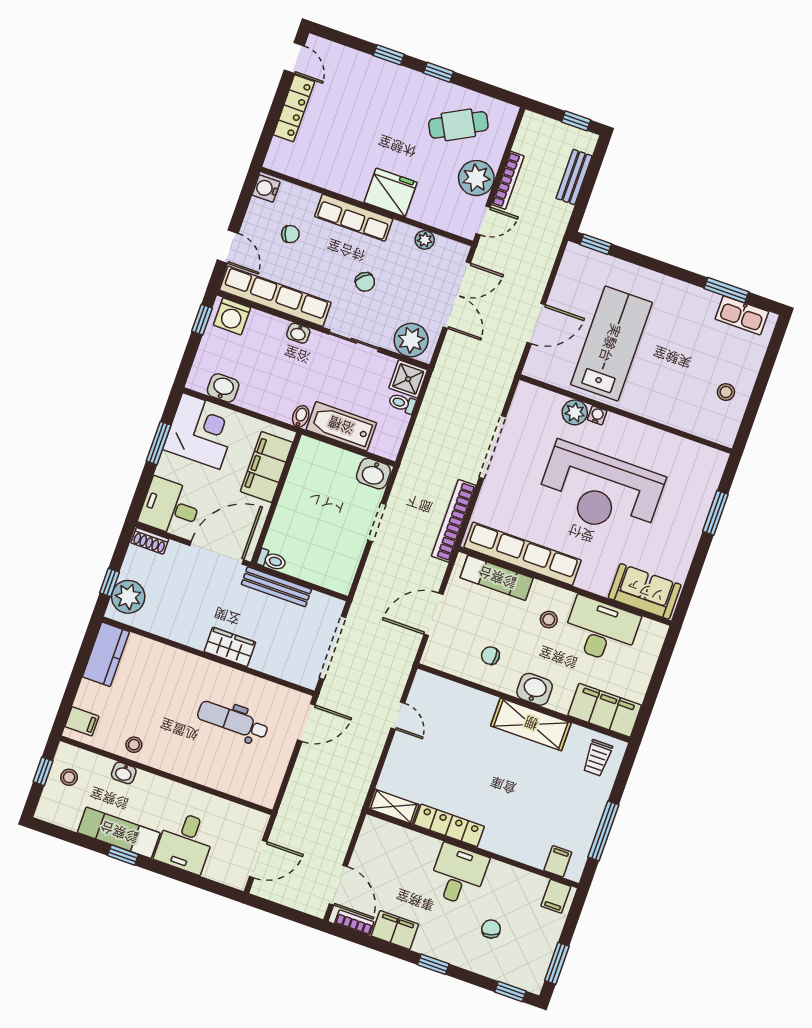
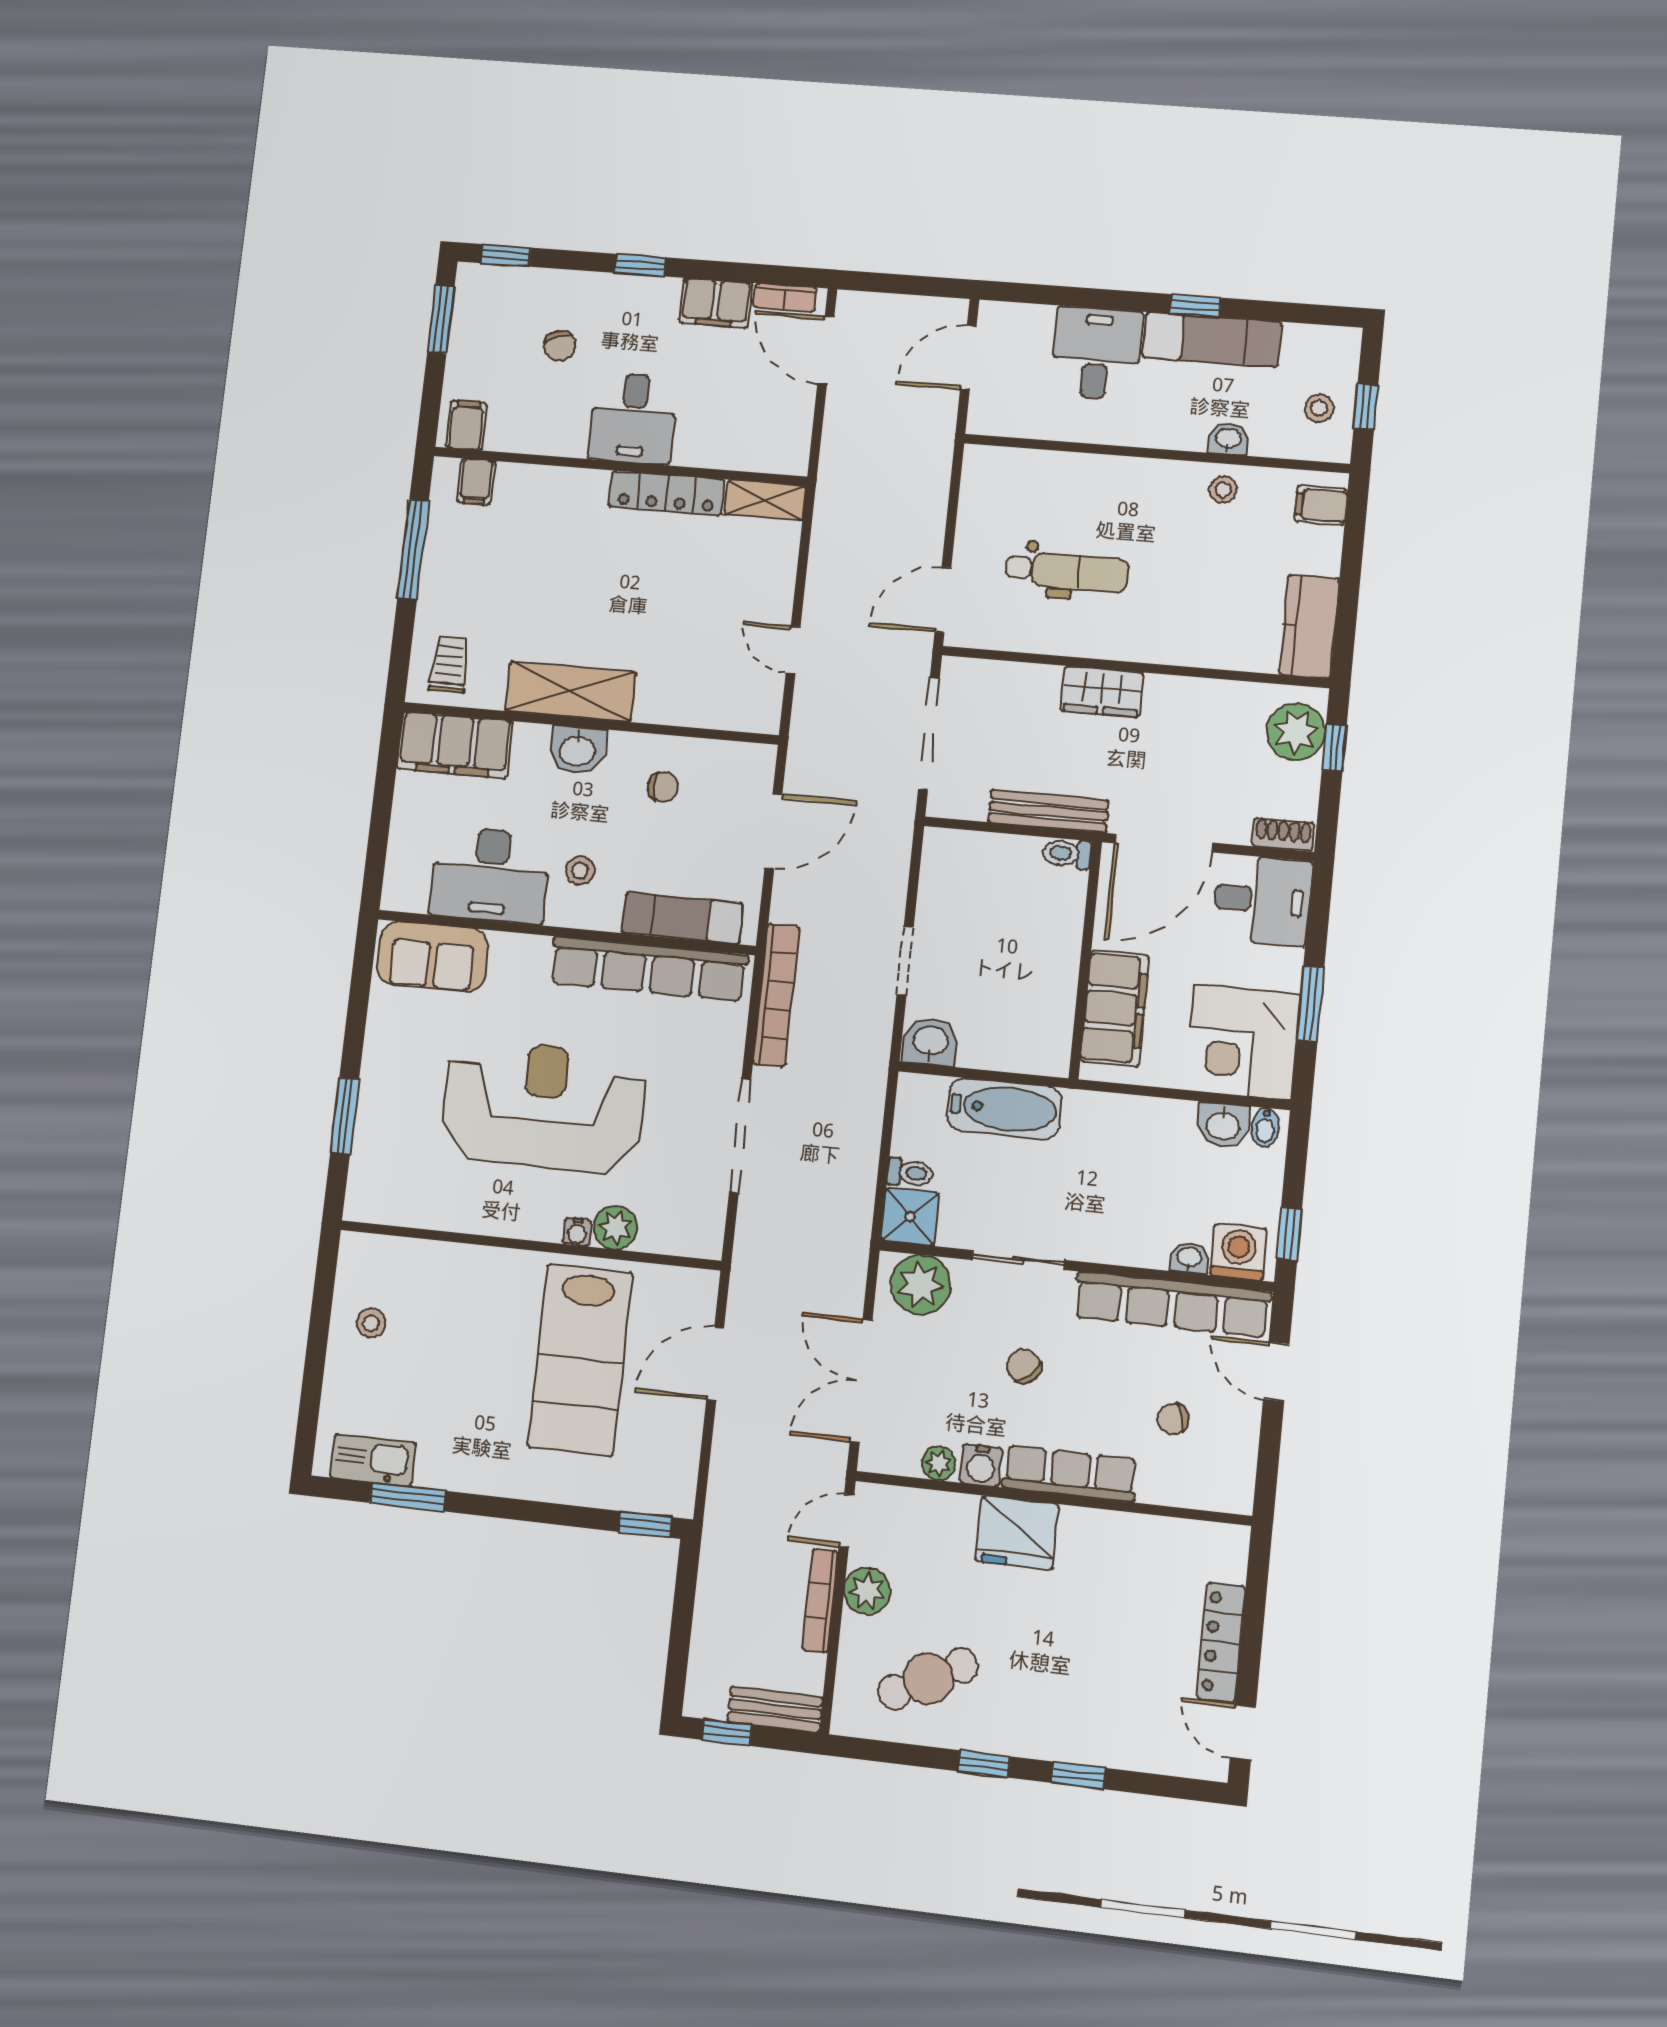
bench: (574, 177) -> (775, 1709), moved, turned 90
plant: (476, 178) -> (867, 1591), width x0.73, depth x0.73
water cooler: (266, 189) -> (981, 1465), moved, turned 90
washbasin: (298, 333) -> (1189, 1258), moved
bidet: (301, 416) -> (1265, 1127), moved

